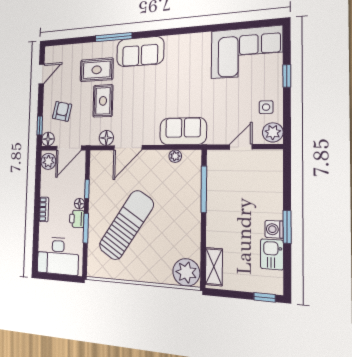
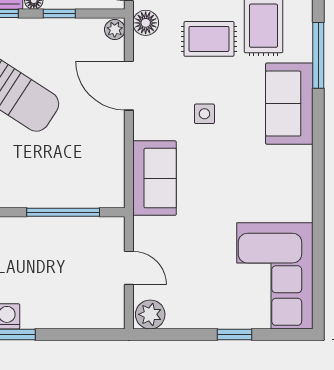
side table: (266, 107) -> (204, 114), moved
floor lamp: (106, 138) -> (146, 23), moved
plant: (175, 156) -> (115, 29), moved

